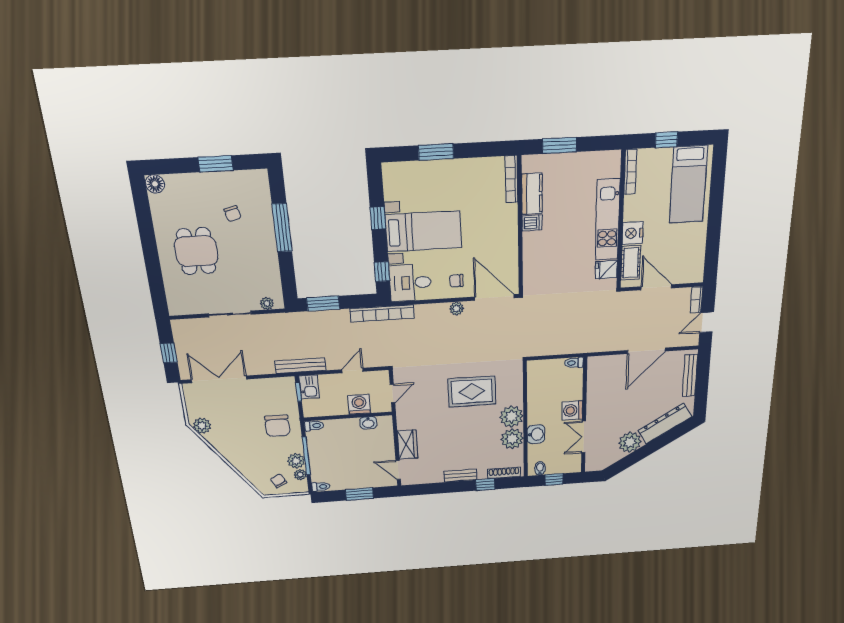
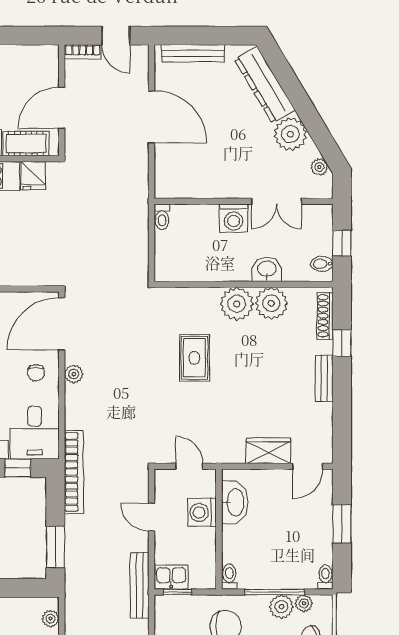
rug: (472, 392) -> (194, 358), width x0.73, depth x0.70
washbasin: (368, 423) -> (235, 502), width x1.91, depth x1.45
plant: (607, 462) -> (319, 167), added

